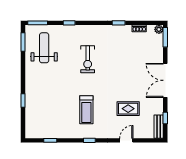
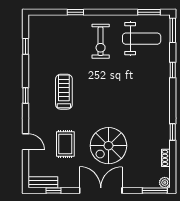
exercise bike: (88, 59) -> (101, 41), moved, turned -90
spiral stairs: (129, 74) -> (108, 146), added
treadmill: (86, 110) -> (64, 92), turned 90

